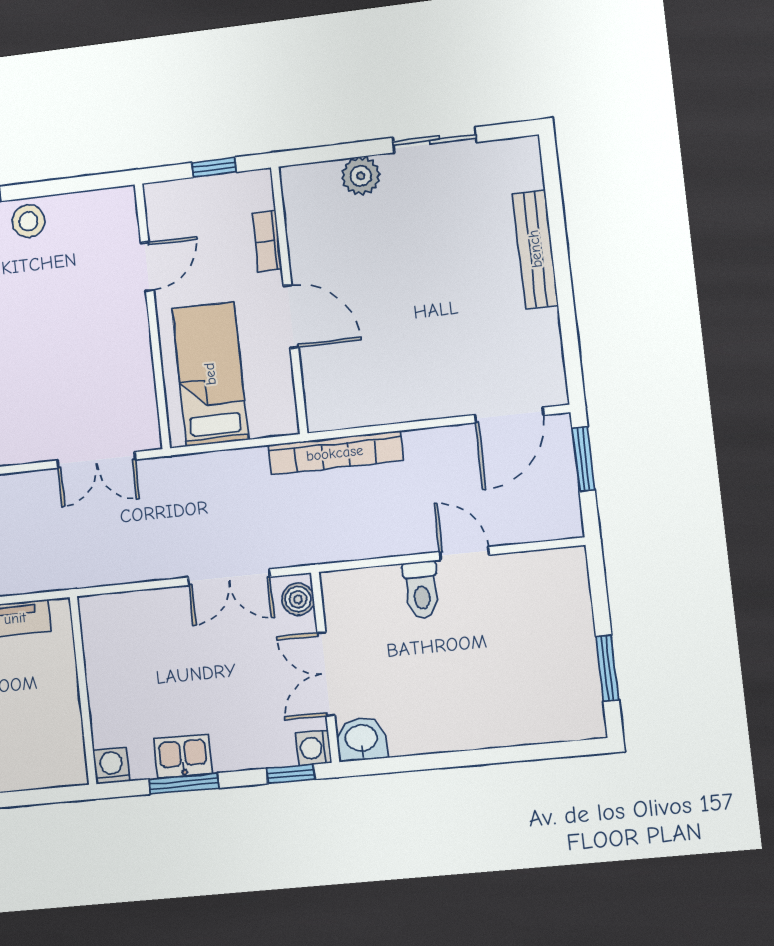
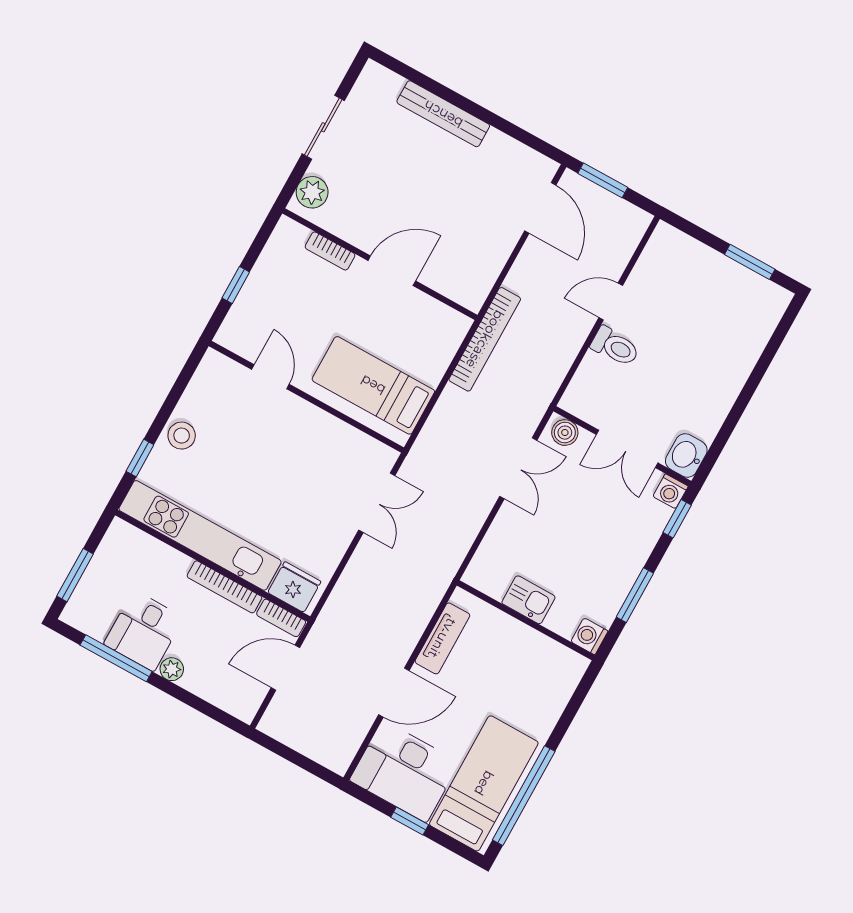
bookcase: (267, 241) -> (330, 251), moved
wall: (289, 300) -> (380, 264), moved
door: (291, 317) -> (392, 271), moved
kitchen sink: (183, 756) -> (528, 600), moved, turned 90

